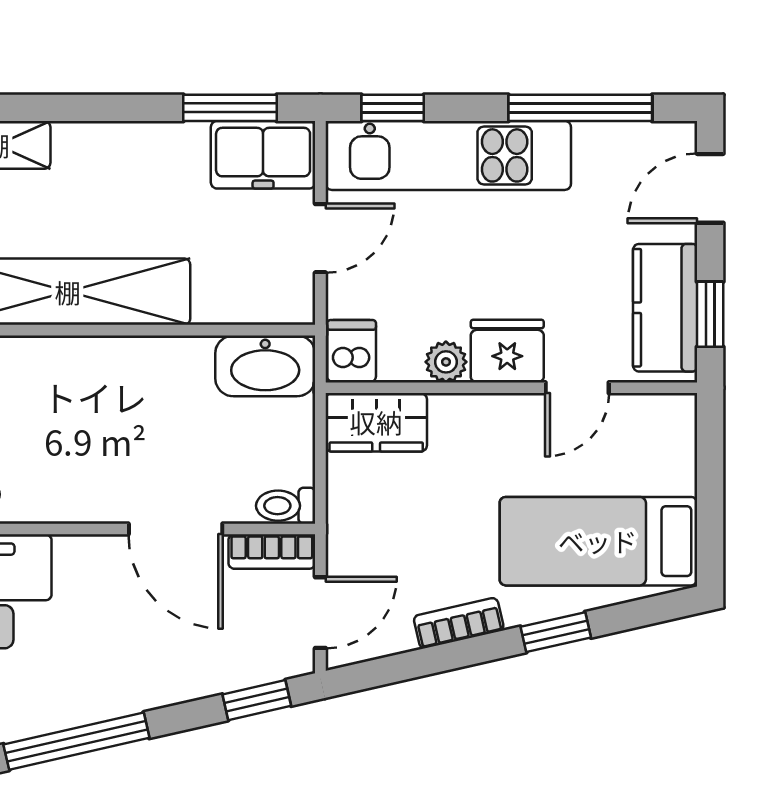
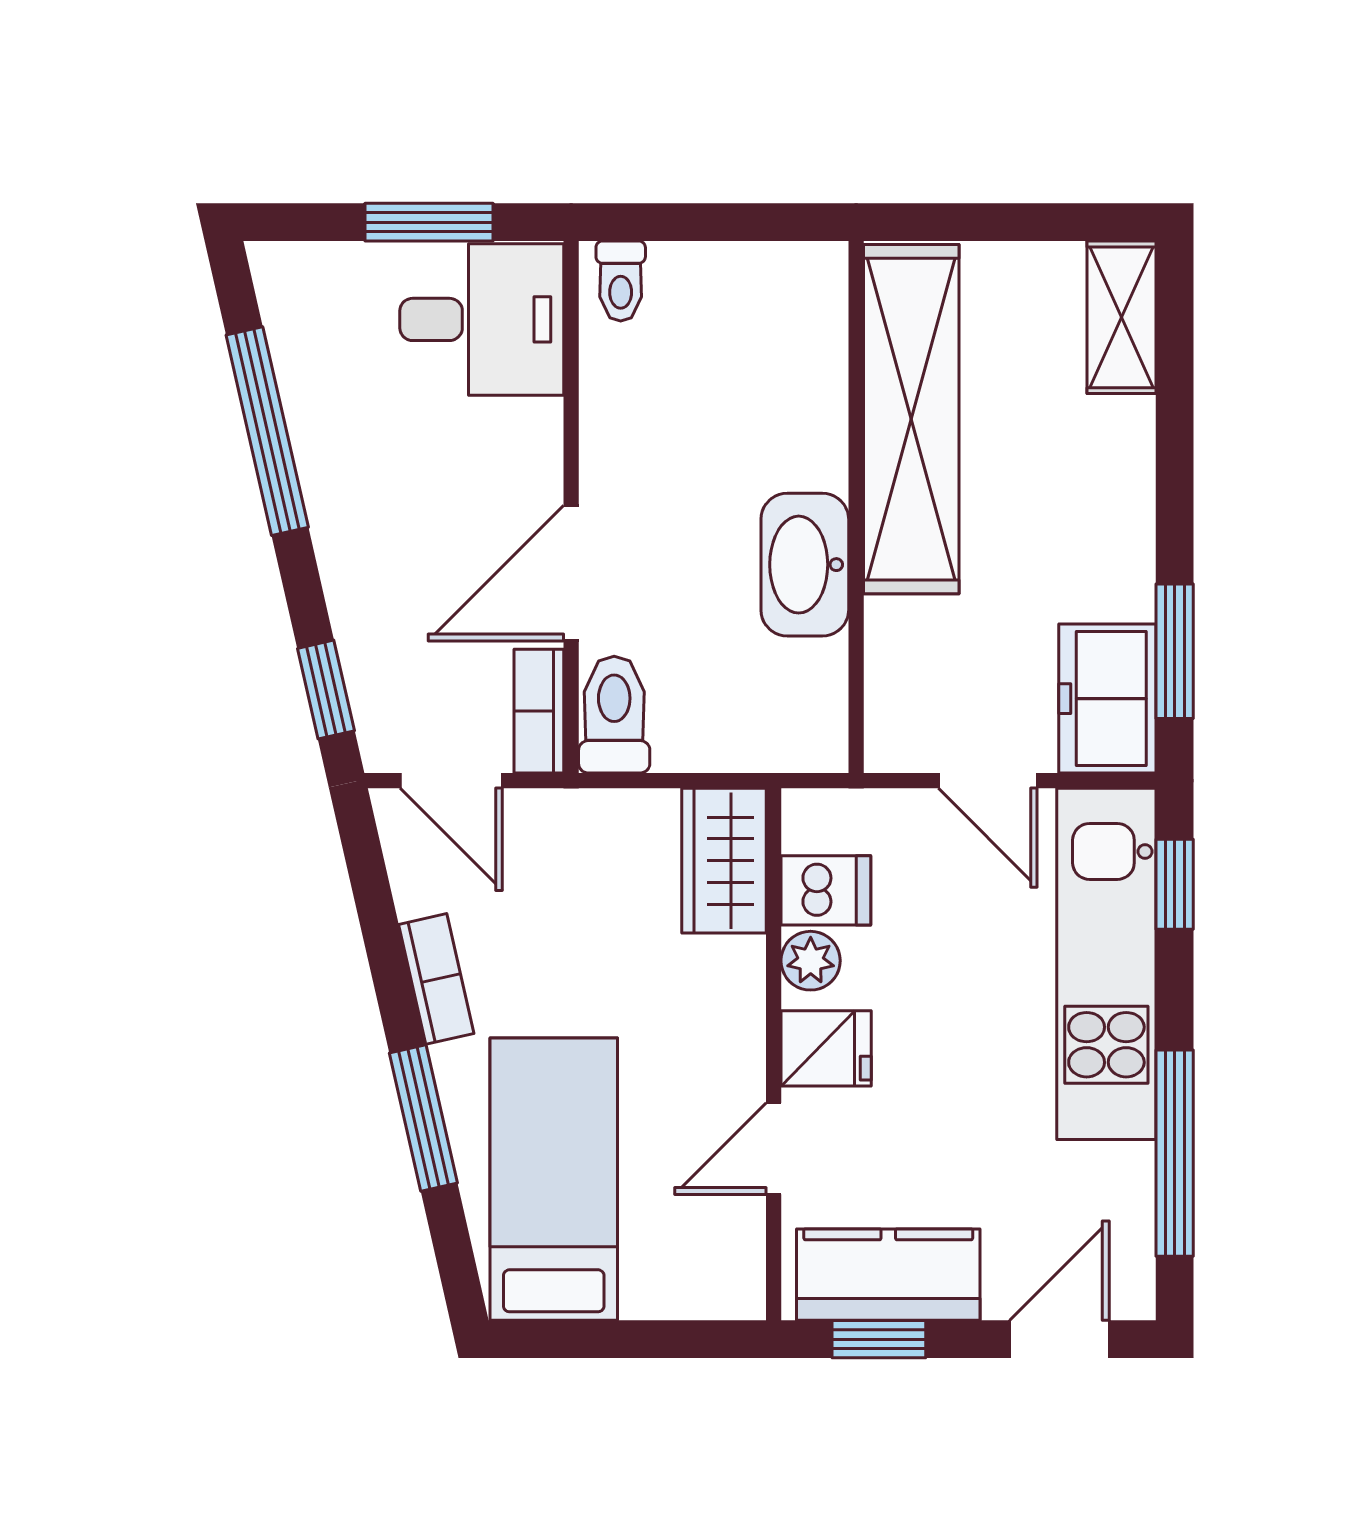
door: (710, 188) -> (1059, 1339), hinge flipped
dishwasher: (352, 351) -> (826, 890), moved
fridge: (507, 351) -> (826, 1048), width x0.72
washbasin: (265, 366) -> (805, 565), moved
door: (577, 388) -> (774, 1149), hinge flipped
toilet: (286, 506) -> (614, 715), width x1.37, depth x1.39
window: (556, 632) -> (423, 1118), width x1.50

